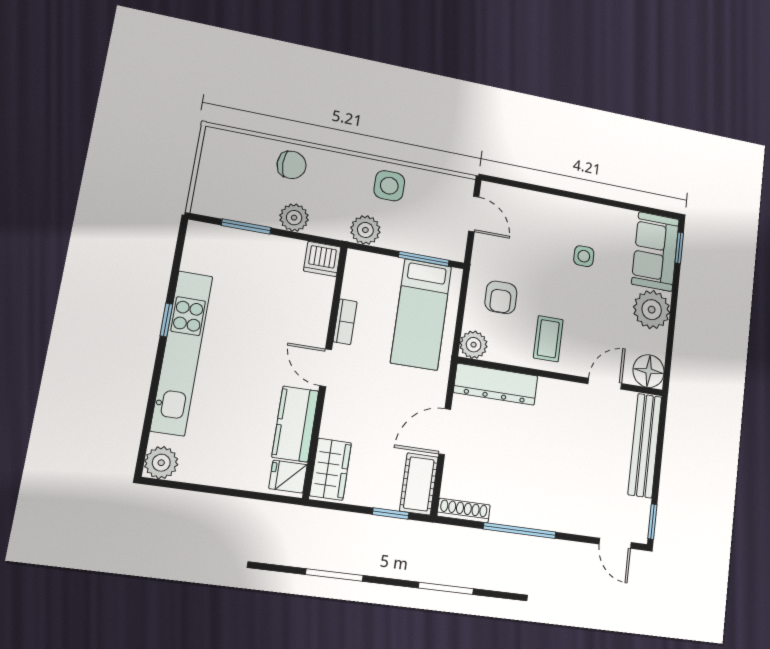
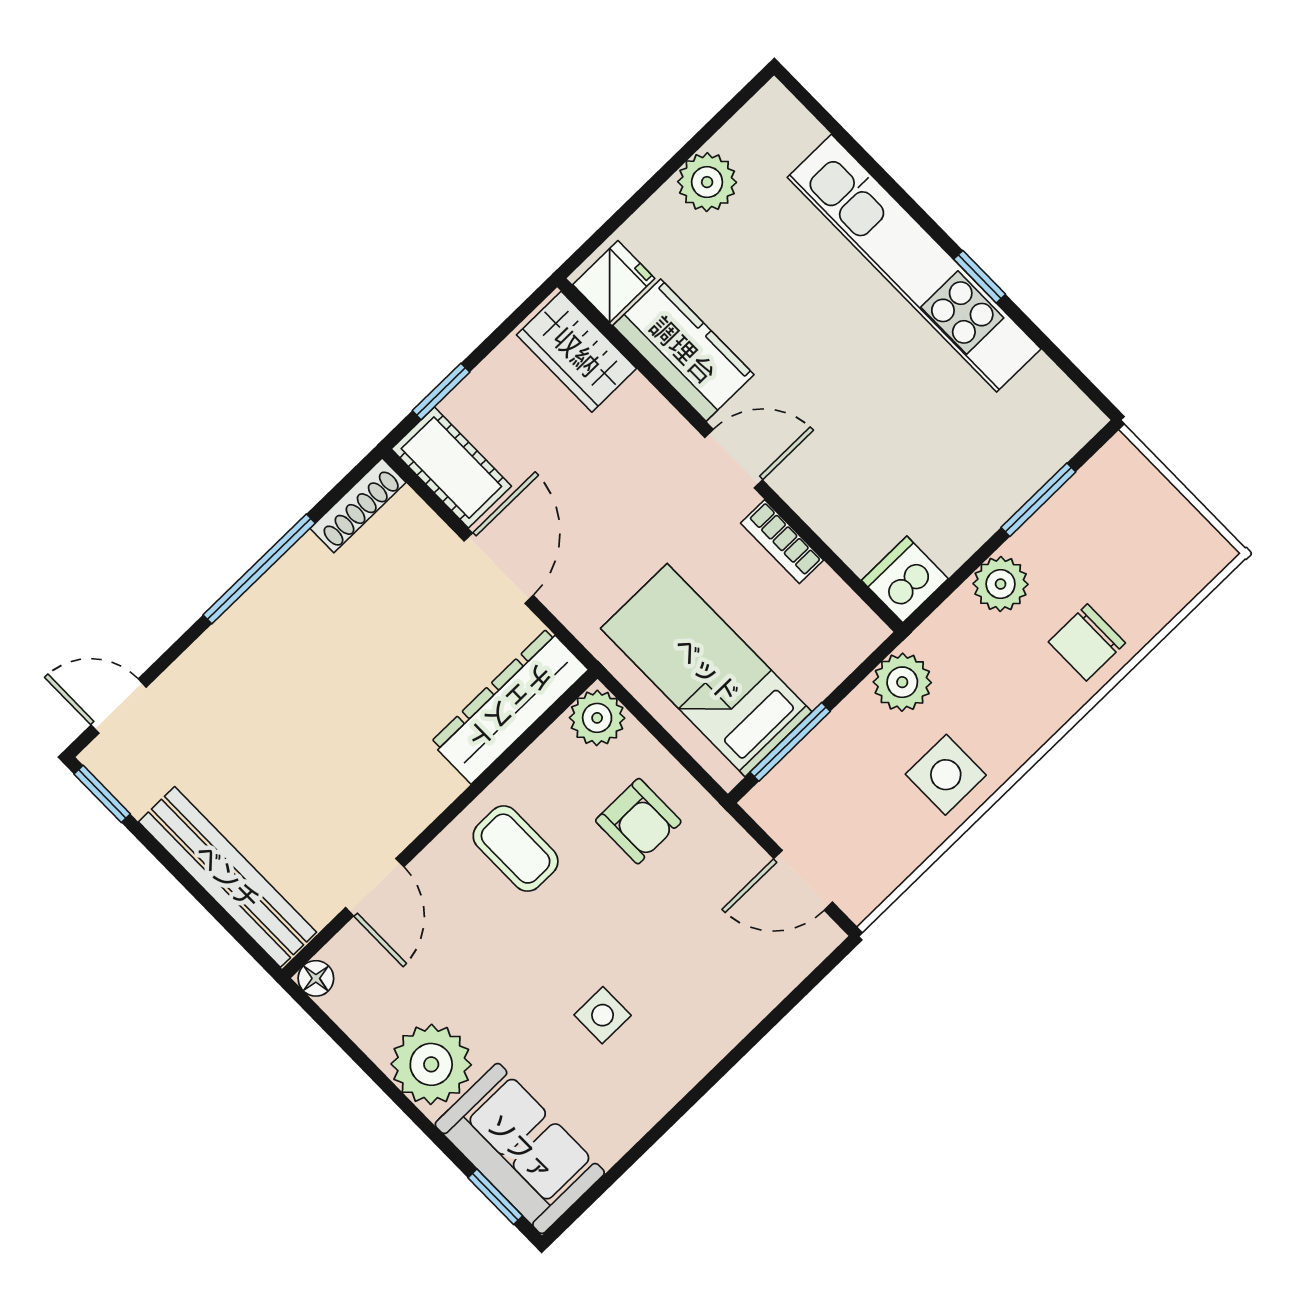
armchair: (501, 297) -> (638, 821), turned 180
floor lamp: (649, 371) -> (316, 978), width x0.53, depth x0.53
plant: (161, 463) -> (707, 182), moved

